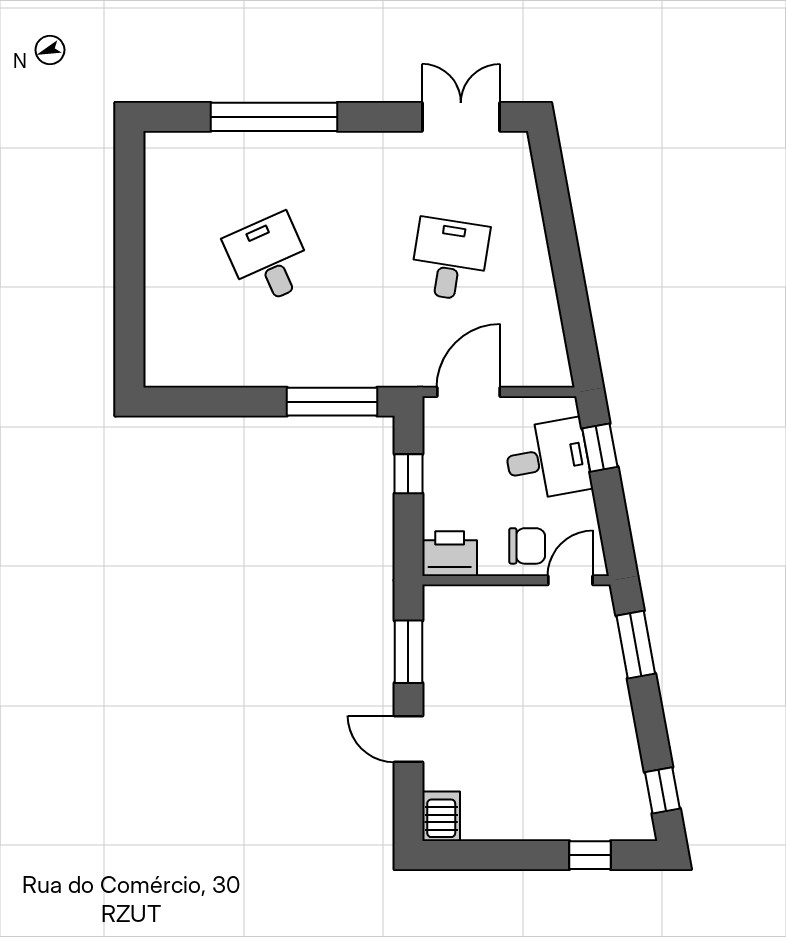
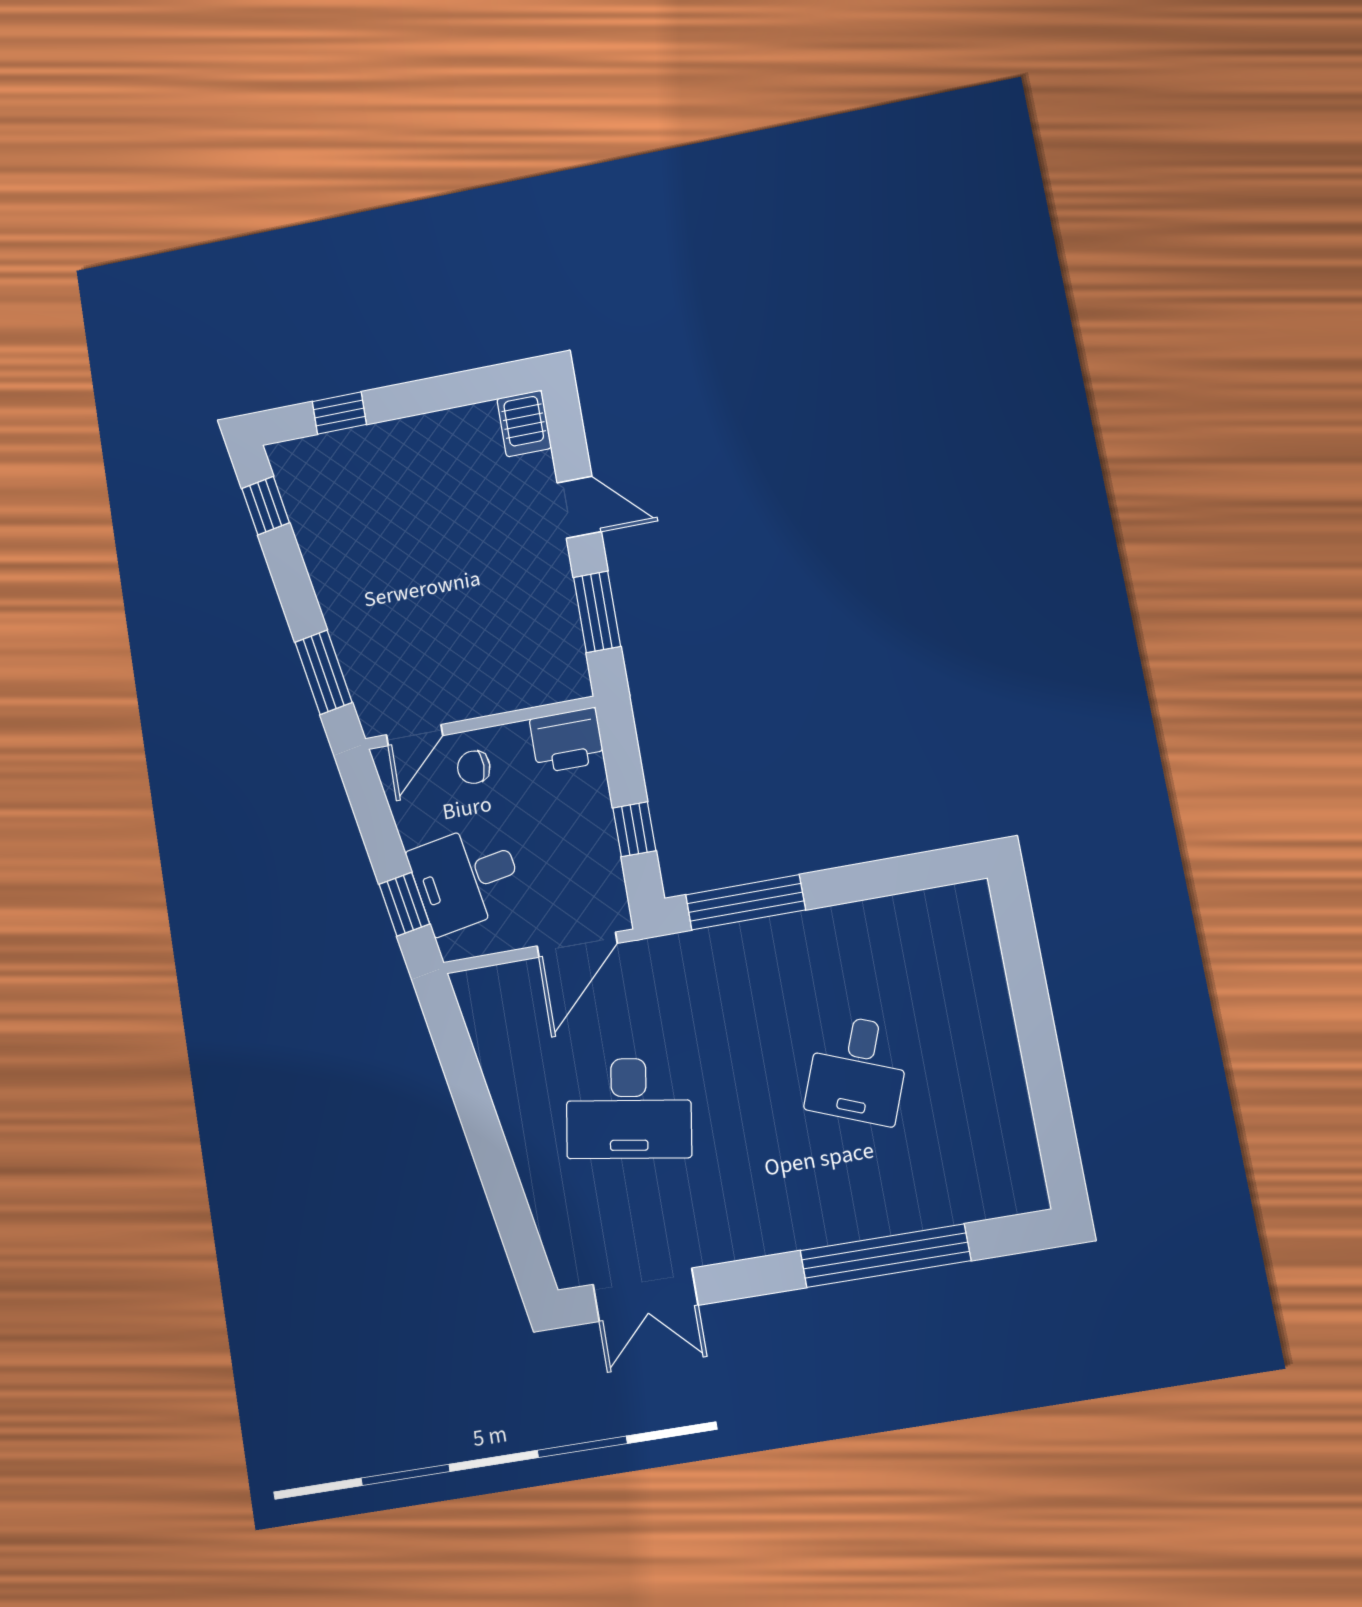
desk: (269, 259) -> (858, 1069), turned 45
desk: (450, 259) -> (629, 1108), width x1.37
chair: (527, 546) -> (474, 767), width x0.73, depth x0.73

